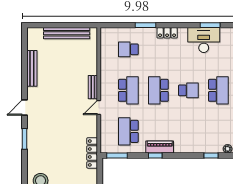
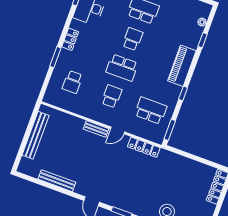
school desk: (128, 90) -> (112, 96), width x0.54
door: (99, 107) -> (118, 130), hinge flipped
school desk: (128, 131) -> (151, 111), turned 180
piano: (160, 147) -> (182, 66), moved, width x1.37, depth x1.33
locker: (92, 153) -> (144, 147), moved

